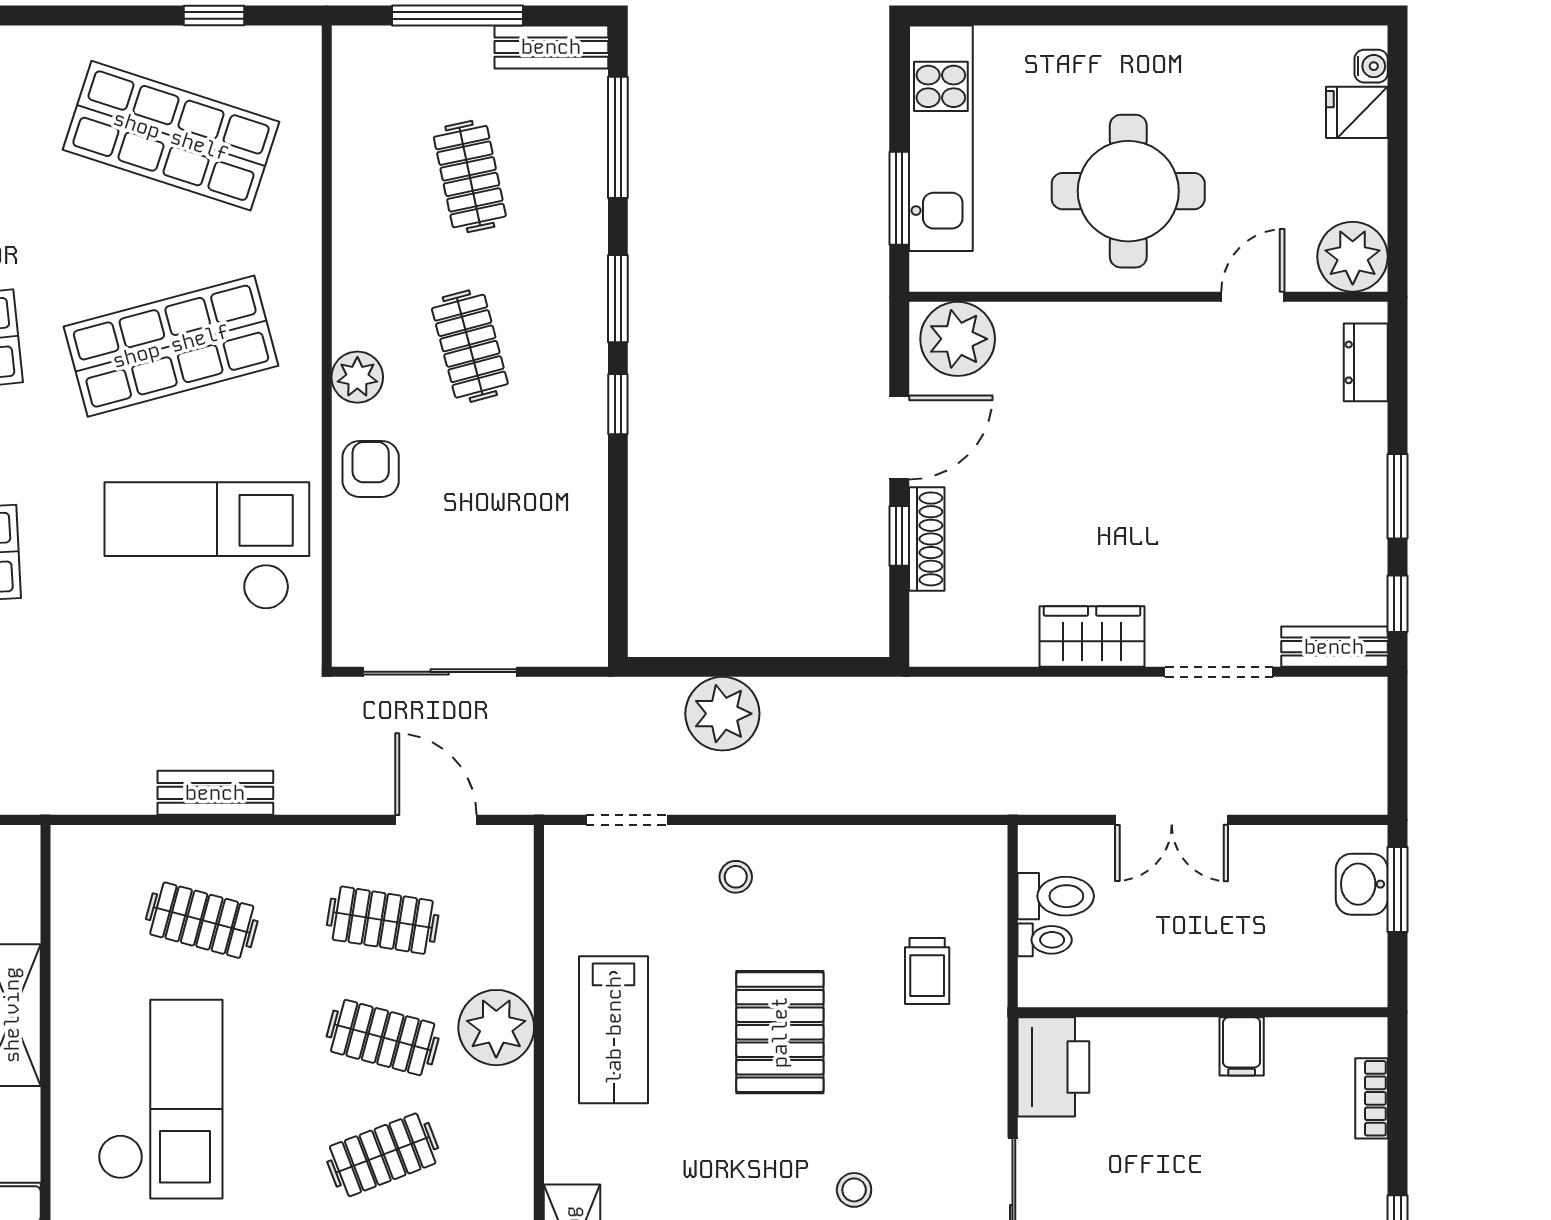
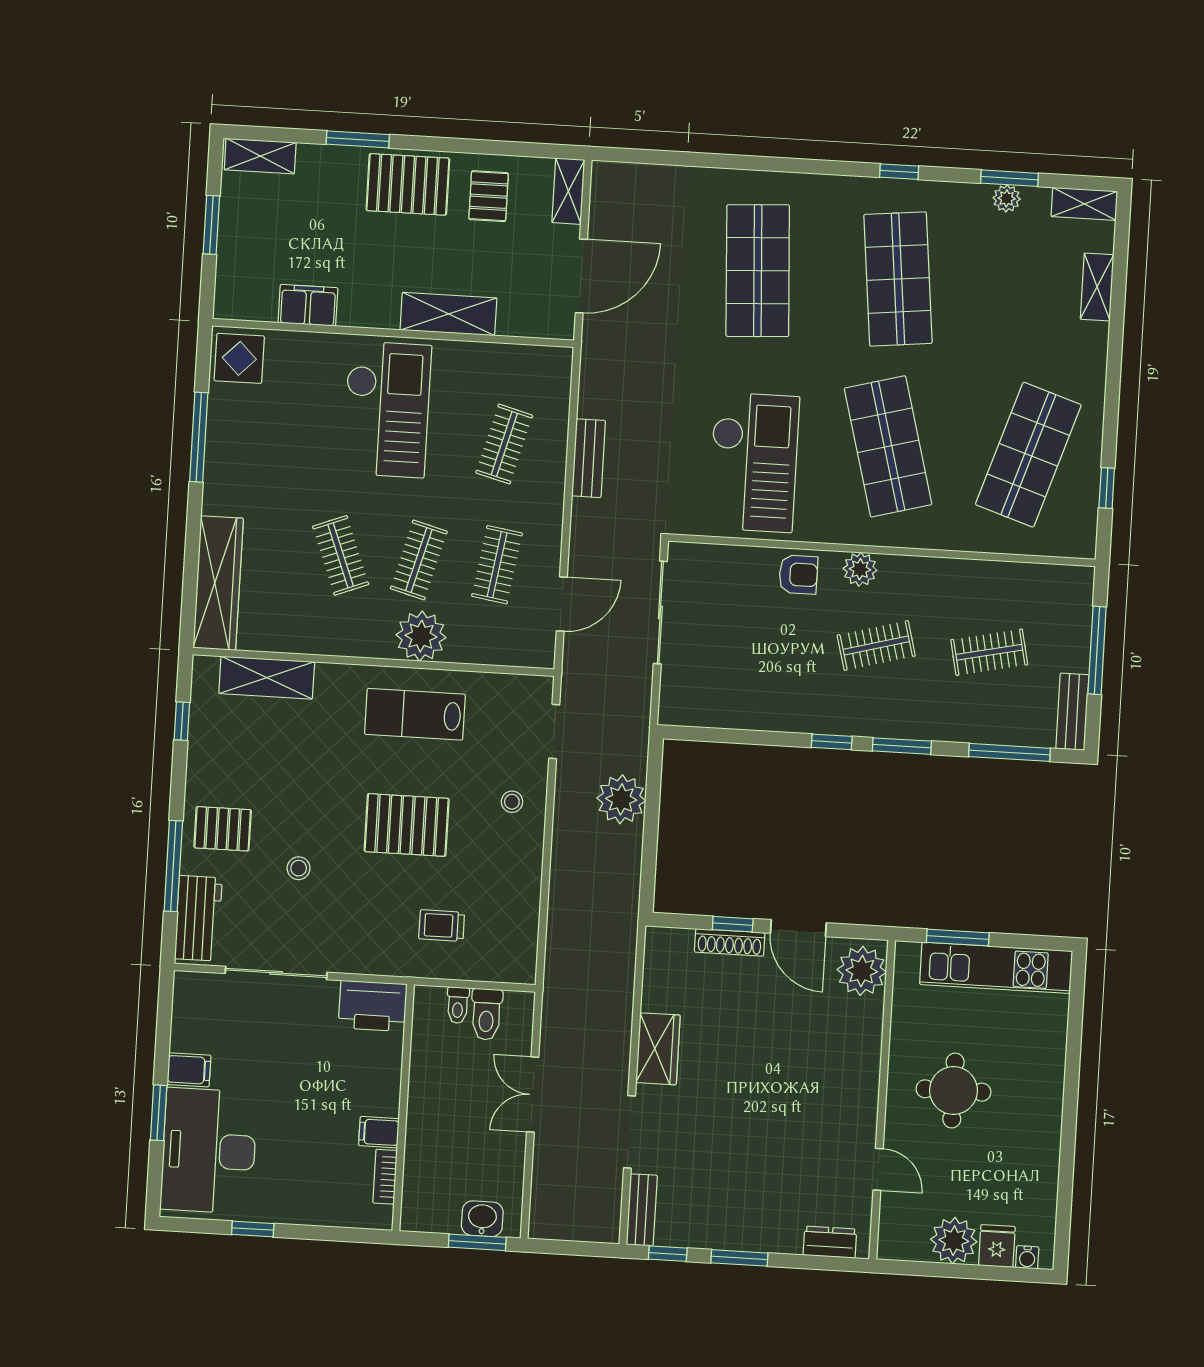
round table: (1128, 191) -> (953, 1090), width x0.73, depth x0.73
plant: (1353, 257) -> (954, 1241), moved
bookcase: (1372, 1098) -> (385, 1177), moved, turned -90
checkout: (160, 1099) -> (387, 409), turned -90

